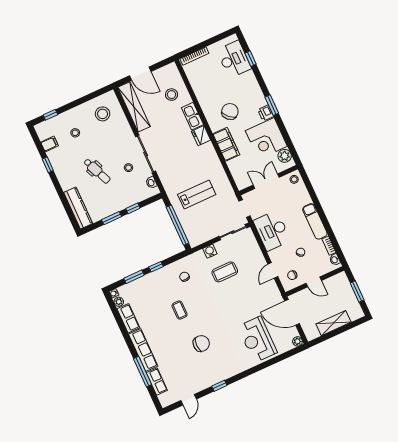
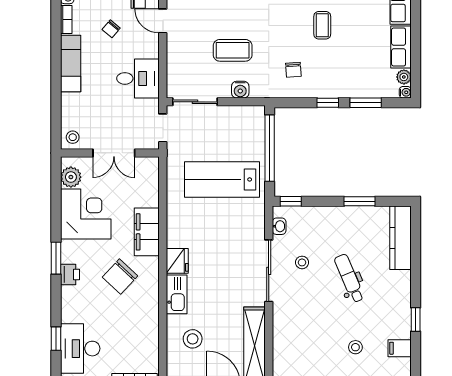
printer: (266, 113) -> (70, 274), moved
stool: (103, 114) -> (304, 356), removed
lab bench: (197, 194) -> (222, 179), width x1.36, depth x1.39
window: (133, 208) -> (291, 201), moved
desk: (272, 231) -> (138, 78), width x0.73
door: (273, 270) -> (163, 21), swing flipped

